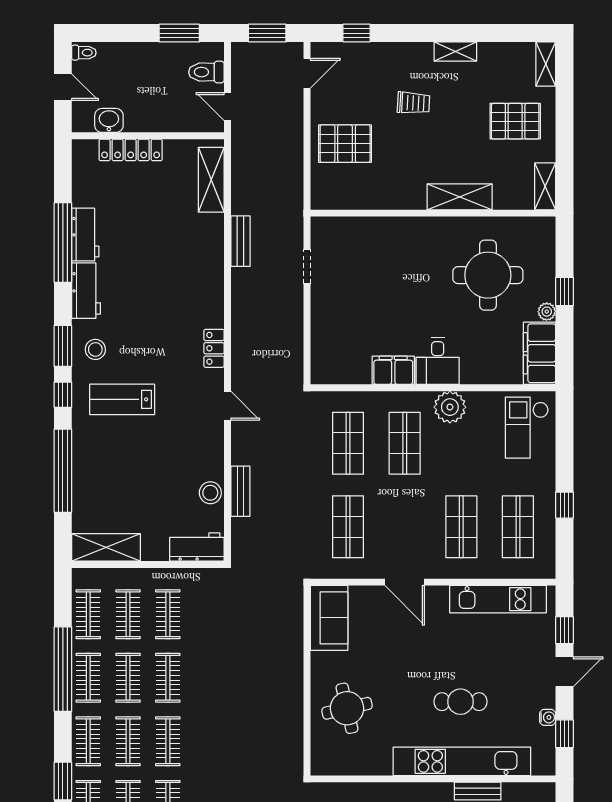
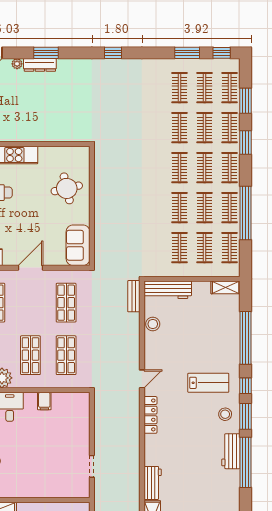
workbench: (85, 235) -> (153, 483), moved, turned 180
bench: (240, 241) -> (134, 482), removed
window: (63, 243) -> (246, 462), moved
locker: (214, 348) -> (150, 415), width x1.53
filing cabinet: (393, 370) -> (44, 401), width x0.50
door: (227, 406) -> (142, 379), swing flipped
bench: (240, 491) -> (134, 296), moved
shelving: (106, 547) -> (226, 287), width x0.67, depth x0.75
workbench: (197, 547) -> (168, 290), width x1.38
door: (405, 582) -> (30, 268), hinge flipped

